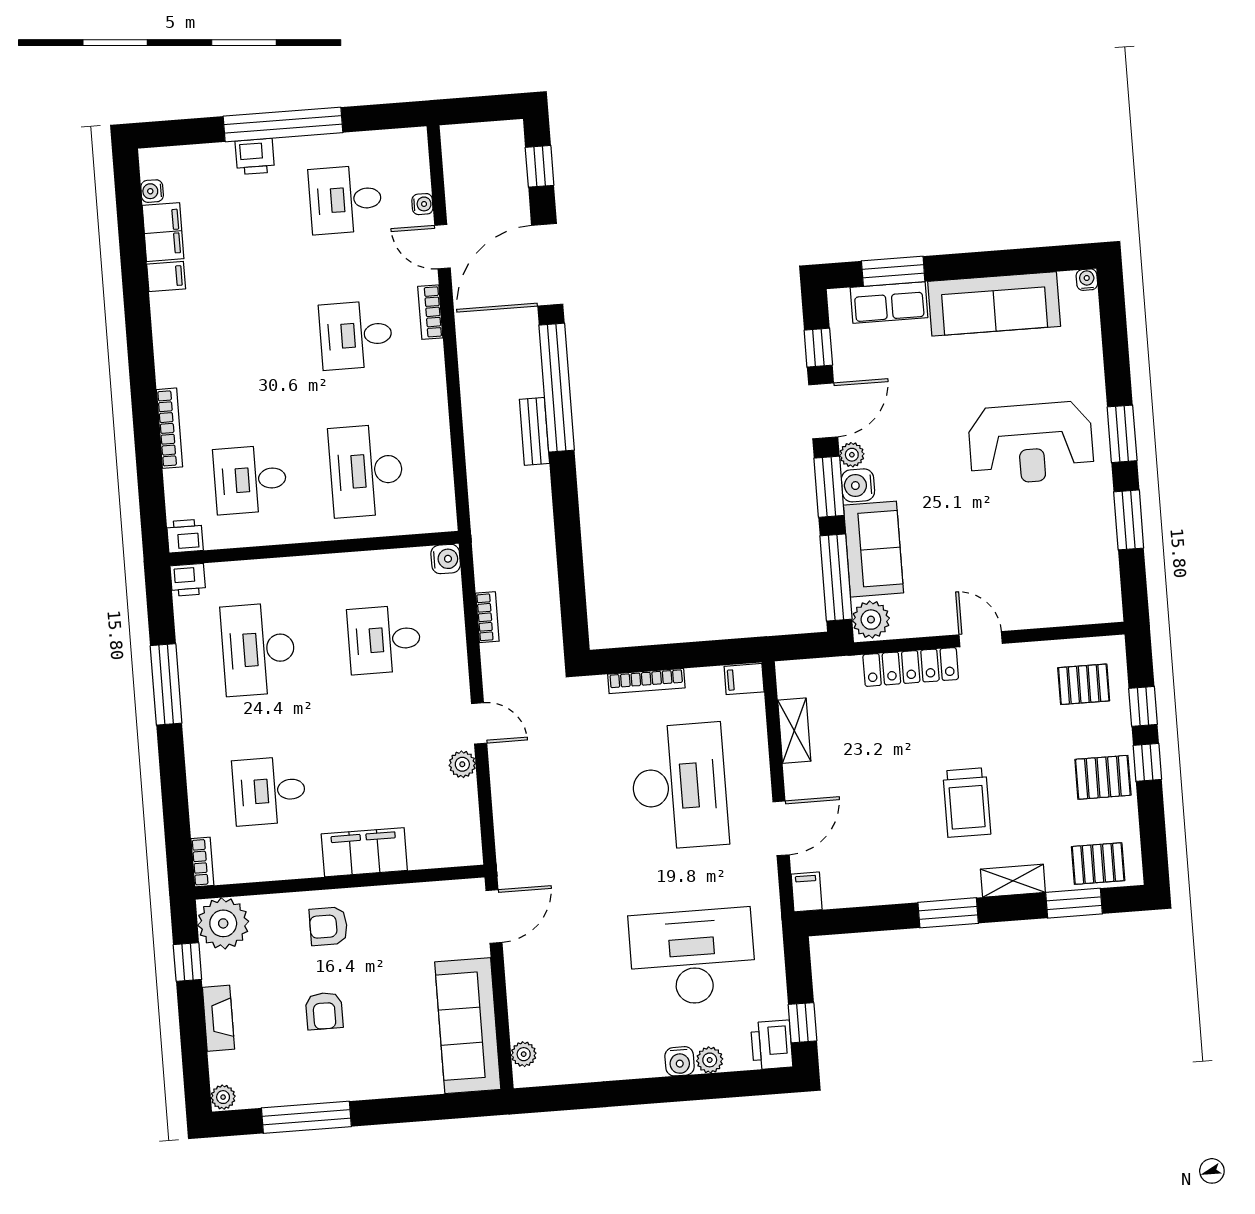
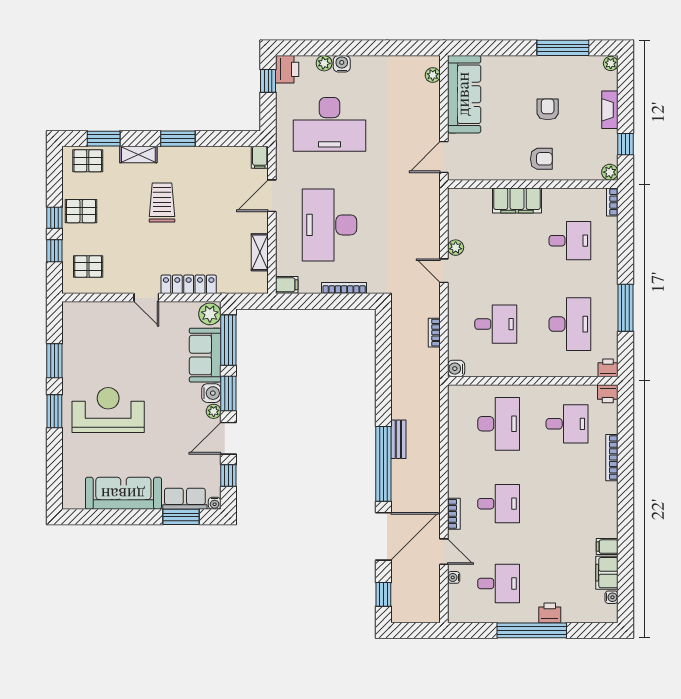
water cooler: (1087, 280) -> (215, 503), moved
plant: (223, 923) -> (610, 172), width x0.53, depth x0.53

